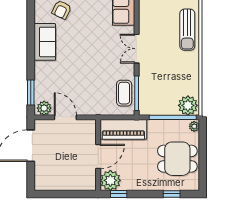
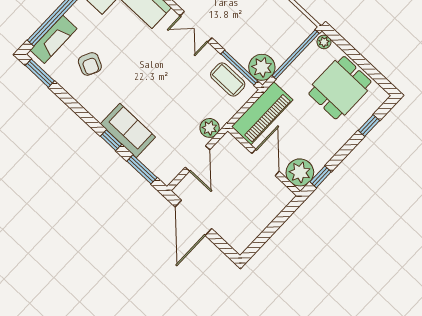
sofa: (45, 42) -> (128, 131), moved
window: (31, 61) -> (111, 140), added
plant: (188, 105) -> (262, 67), moved
plant: (44, 108) -> (210, 128), moved
door: (65, 117) -> (198, 158), swing flipped

